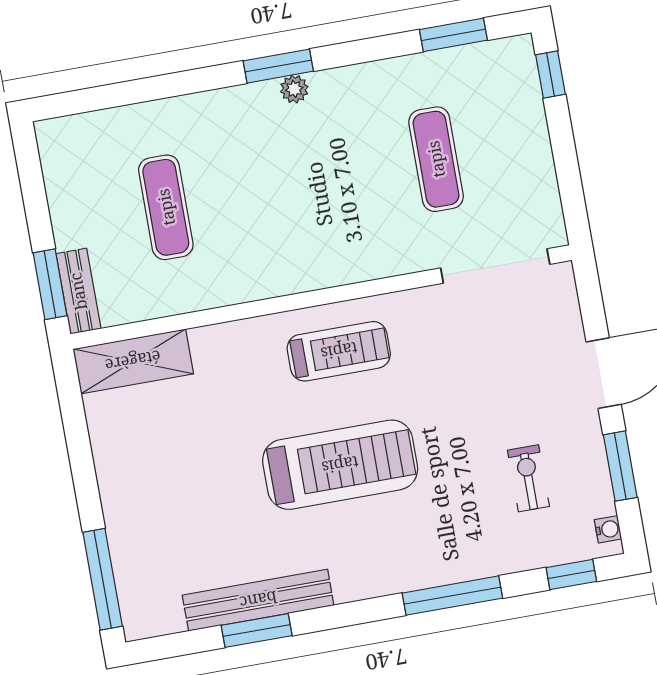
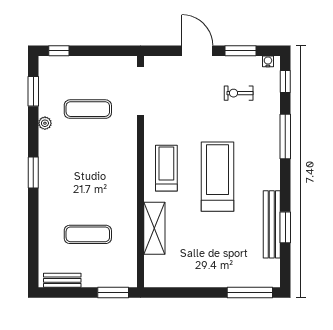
plant: (294, 89) -> (45, 123), moved
bench: (78, 291) -> (62, 280), moved
shelving: (133, 361) -> (154, 228), moved

